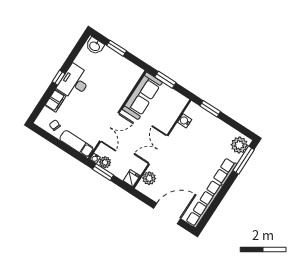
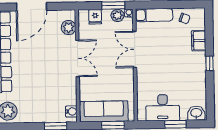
desk: (74, 82) -> (163, 108), moved, turned 90
sofa: (142, 96) -> (104, 111), moved, turned 90
water cooler: (185, 121) -> (71, 111), moved
fridge: (132, 178) -> (95, 17), moved

